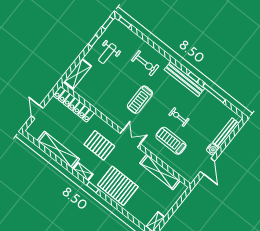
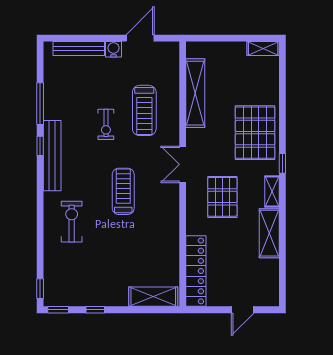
weight bench: (107, 54) -> (97, 279), removed
treadmill: (140, 100) -> (123, 191), turned -90
shelving: (58, 150) -> (269, 233), width x0.68

